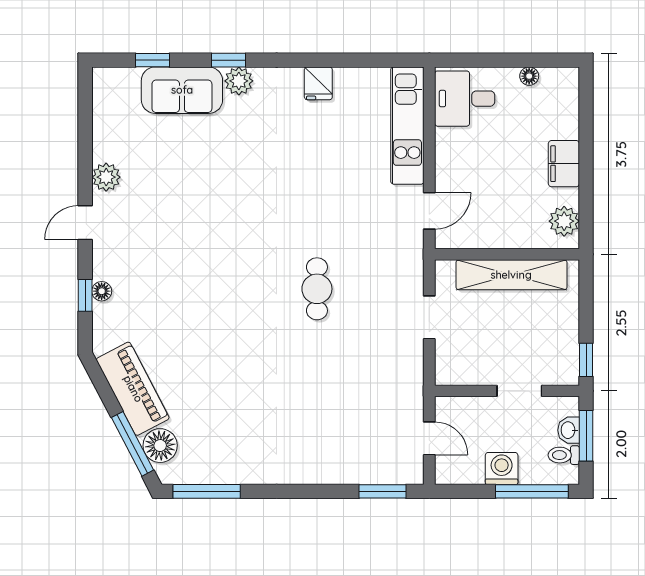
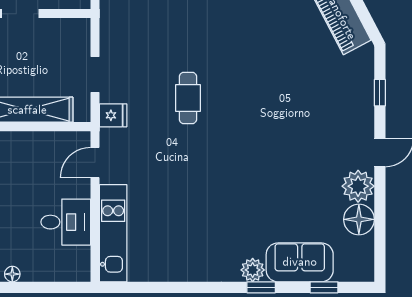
fridge: (318, 83) -> (113, 115), moved, turned 90
desk: (465, 99) -> (66, 222), moved
plant: (106, 177) -> (358, 186), width x1.36, depth x1.36
floor lamp: (102, 291) -> (359, 219), moved, width x1.89, depth x1.89

